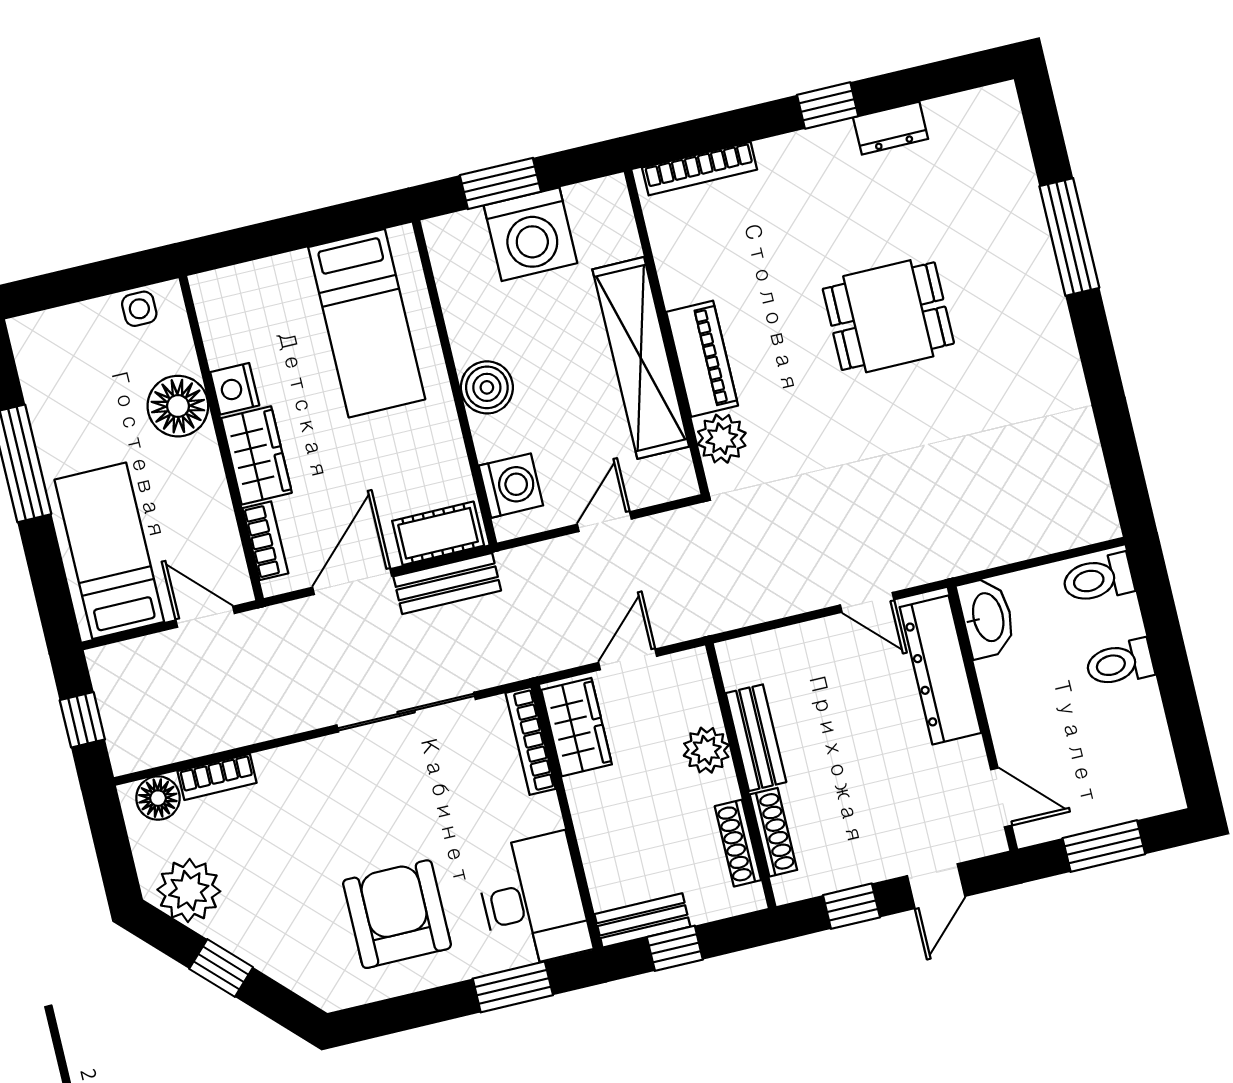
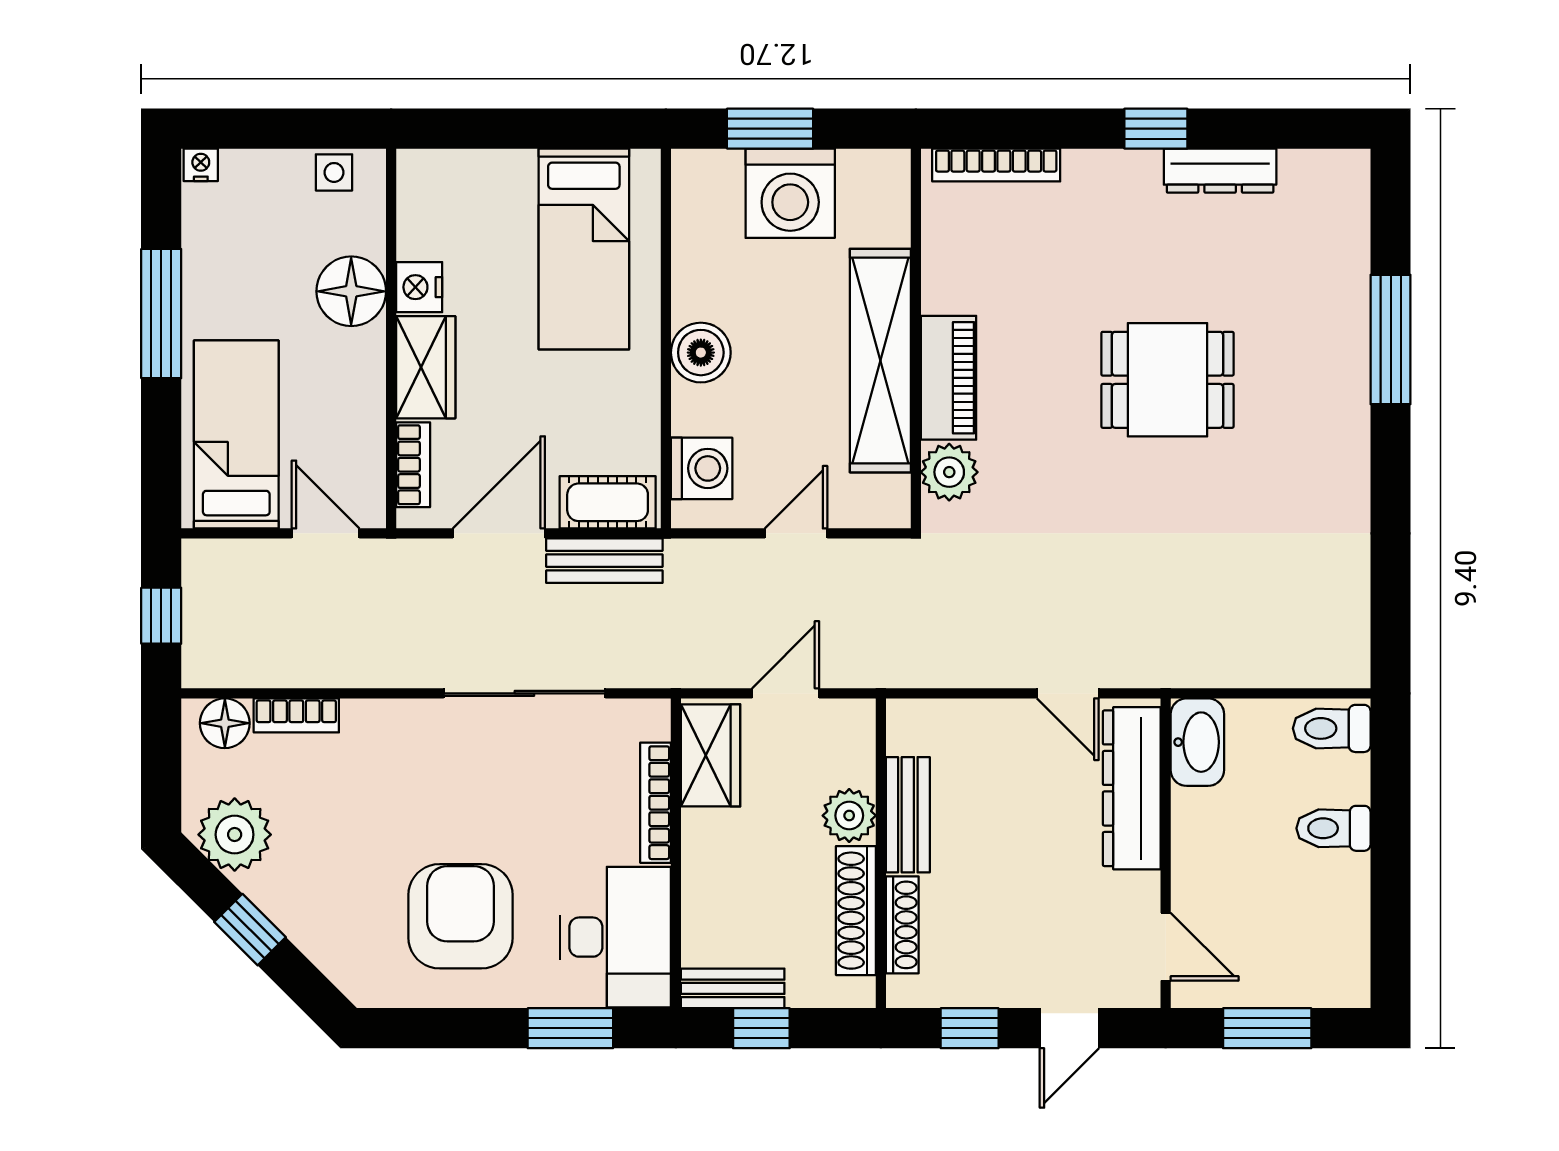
dresser: (891, 128) -> (1220, 171), width x1.44
nightstand: (25, 329) -> (201, 165), added
bookcase: (530, 741) -> (656, 803), moved
shoe rack: (738, 843) -> (856, 911), width x1.36, depth x1.24

